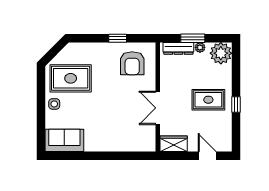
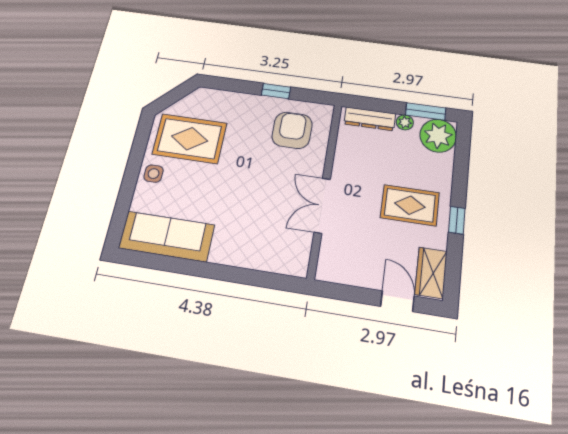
window: (193, 38) -> (426, 111), moved
armchair: (132, 63) -> (292, 130), turned 180
sofa: (64, 140) -> (167, 236), width x1.36
wardrobe: (174, 144) -> (431, 273), moved, turned -90

